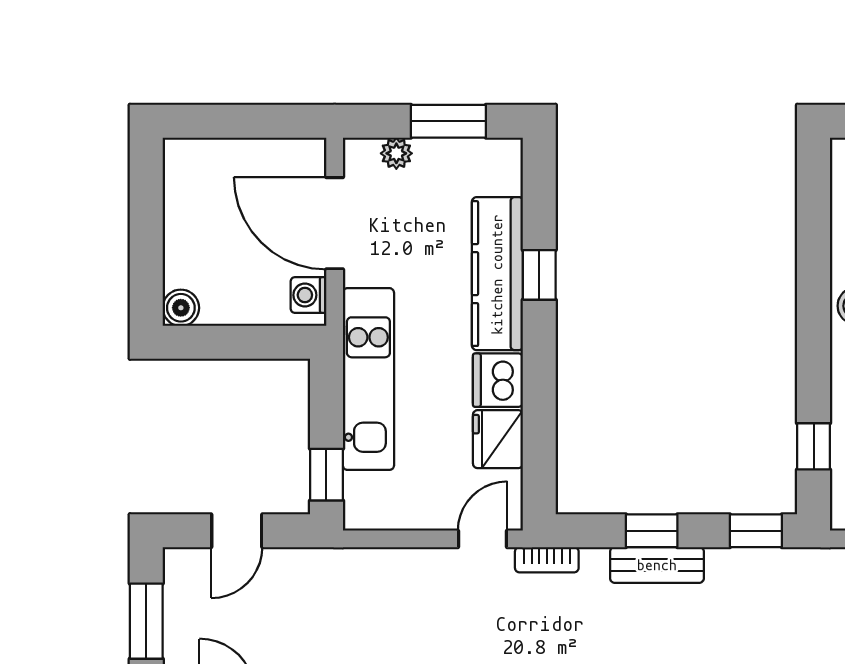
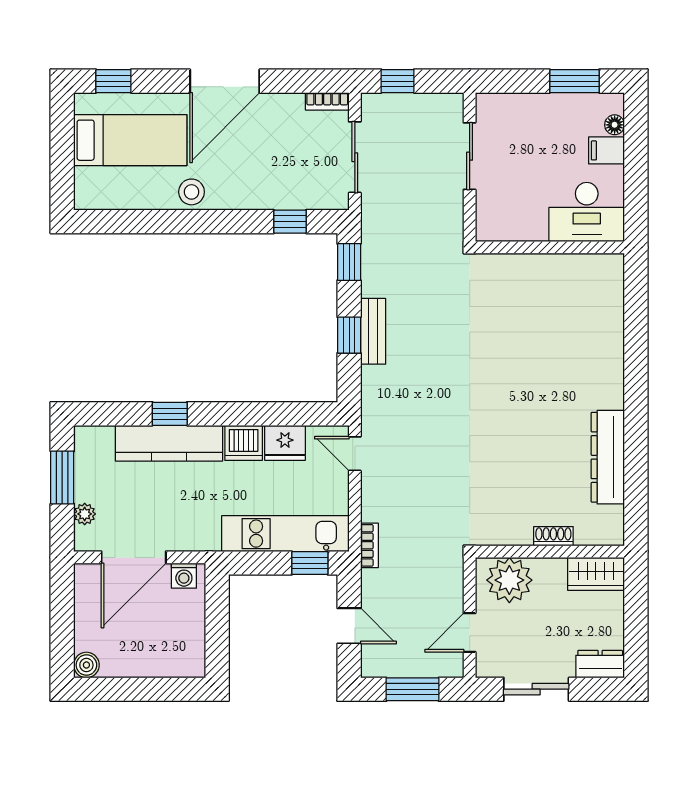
boiler: (181, 308) -> (86, 665), moved
kitchen unit: (368, 379) -> (285, 534), moved
bookcase: (547, 560) -> (369, 545), moved

